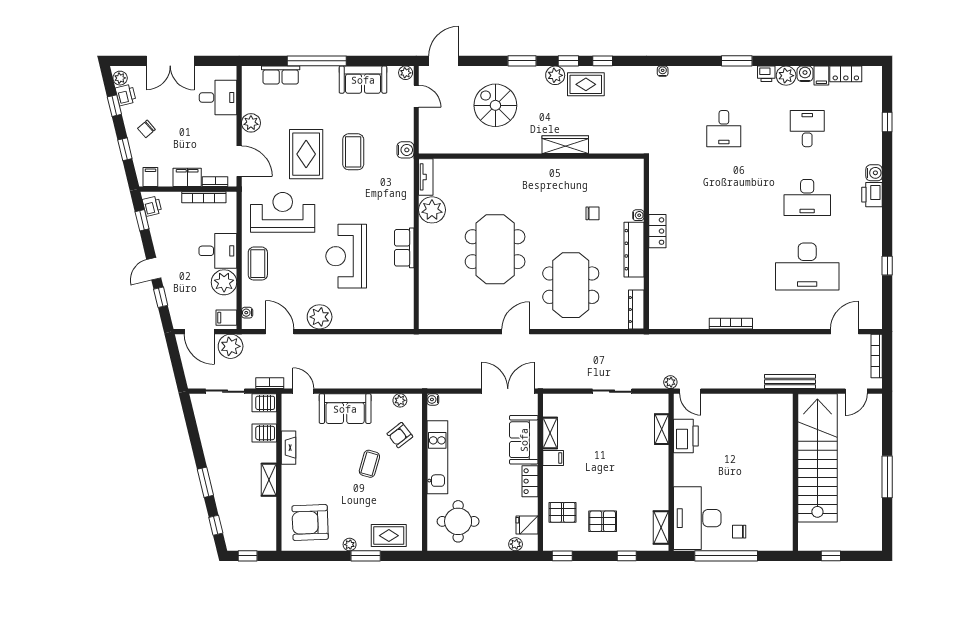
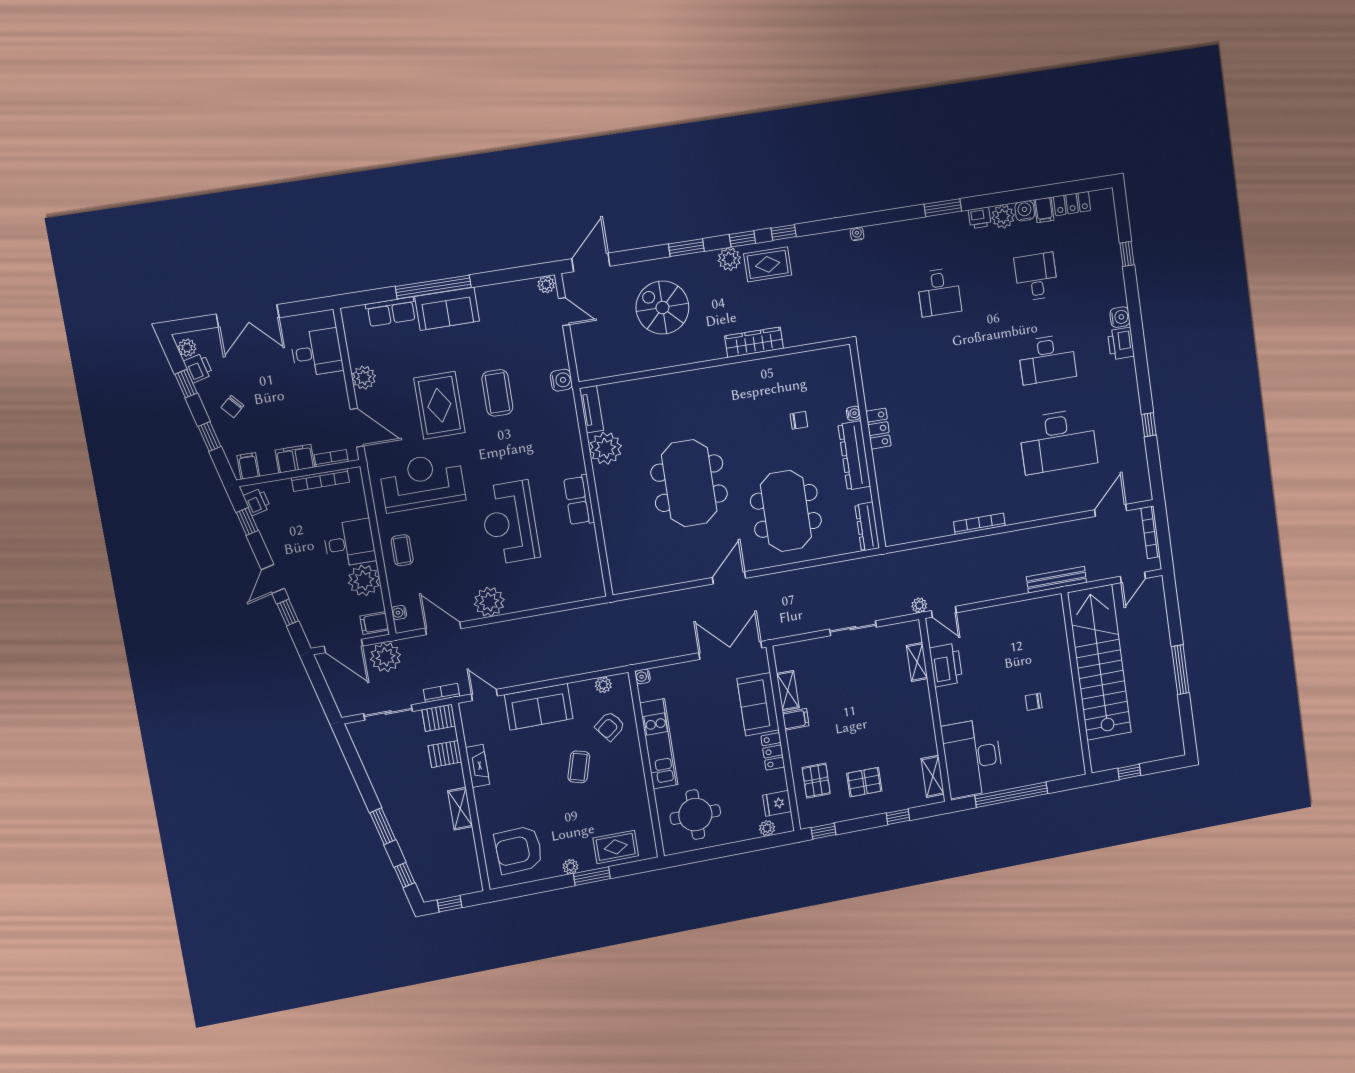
sofa: (363, 80) -> (447, 309), moved
coffee table: (258, 264) -> (402, 550), width x0.73, depth x0.77
pallet: (563, 512) -> (816, 781), turned 90
chair: (739, 532) -> (1034, 702), moved

